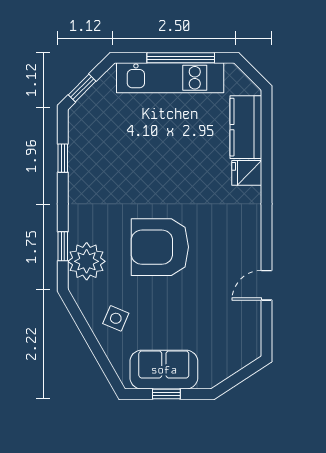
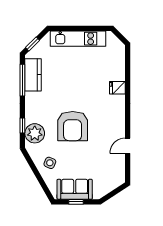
window: (181, 58) -> (83, 28), removed
kitchen counter: (246, 127) -> (33, 75), moved, turned 180
window: (63, 158) -> (22, 80), width x2.17
armchair: (160, 247) -> (73, 126), turned -90

